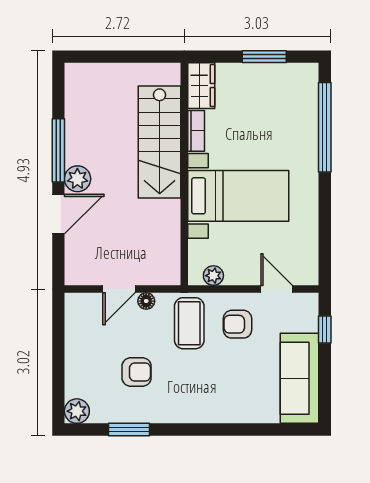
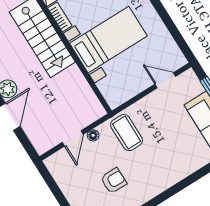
plant: (213, 276) -> (123, 96), removed
armchair: (238, 324) -> (155, 115), removed

